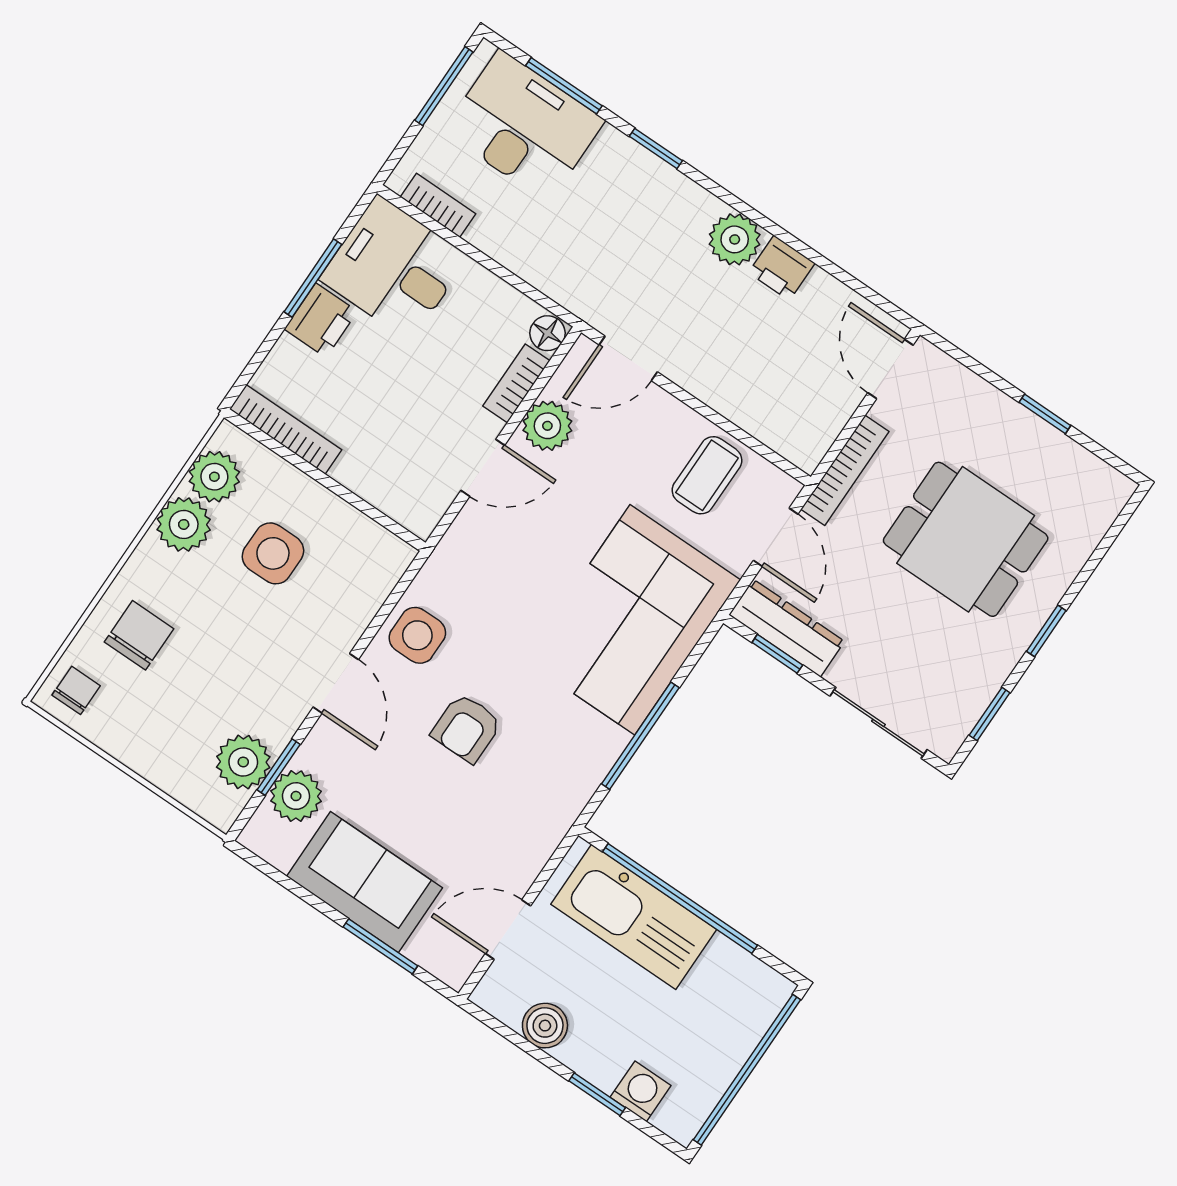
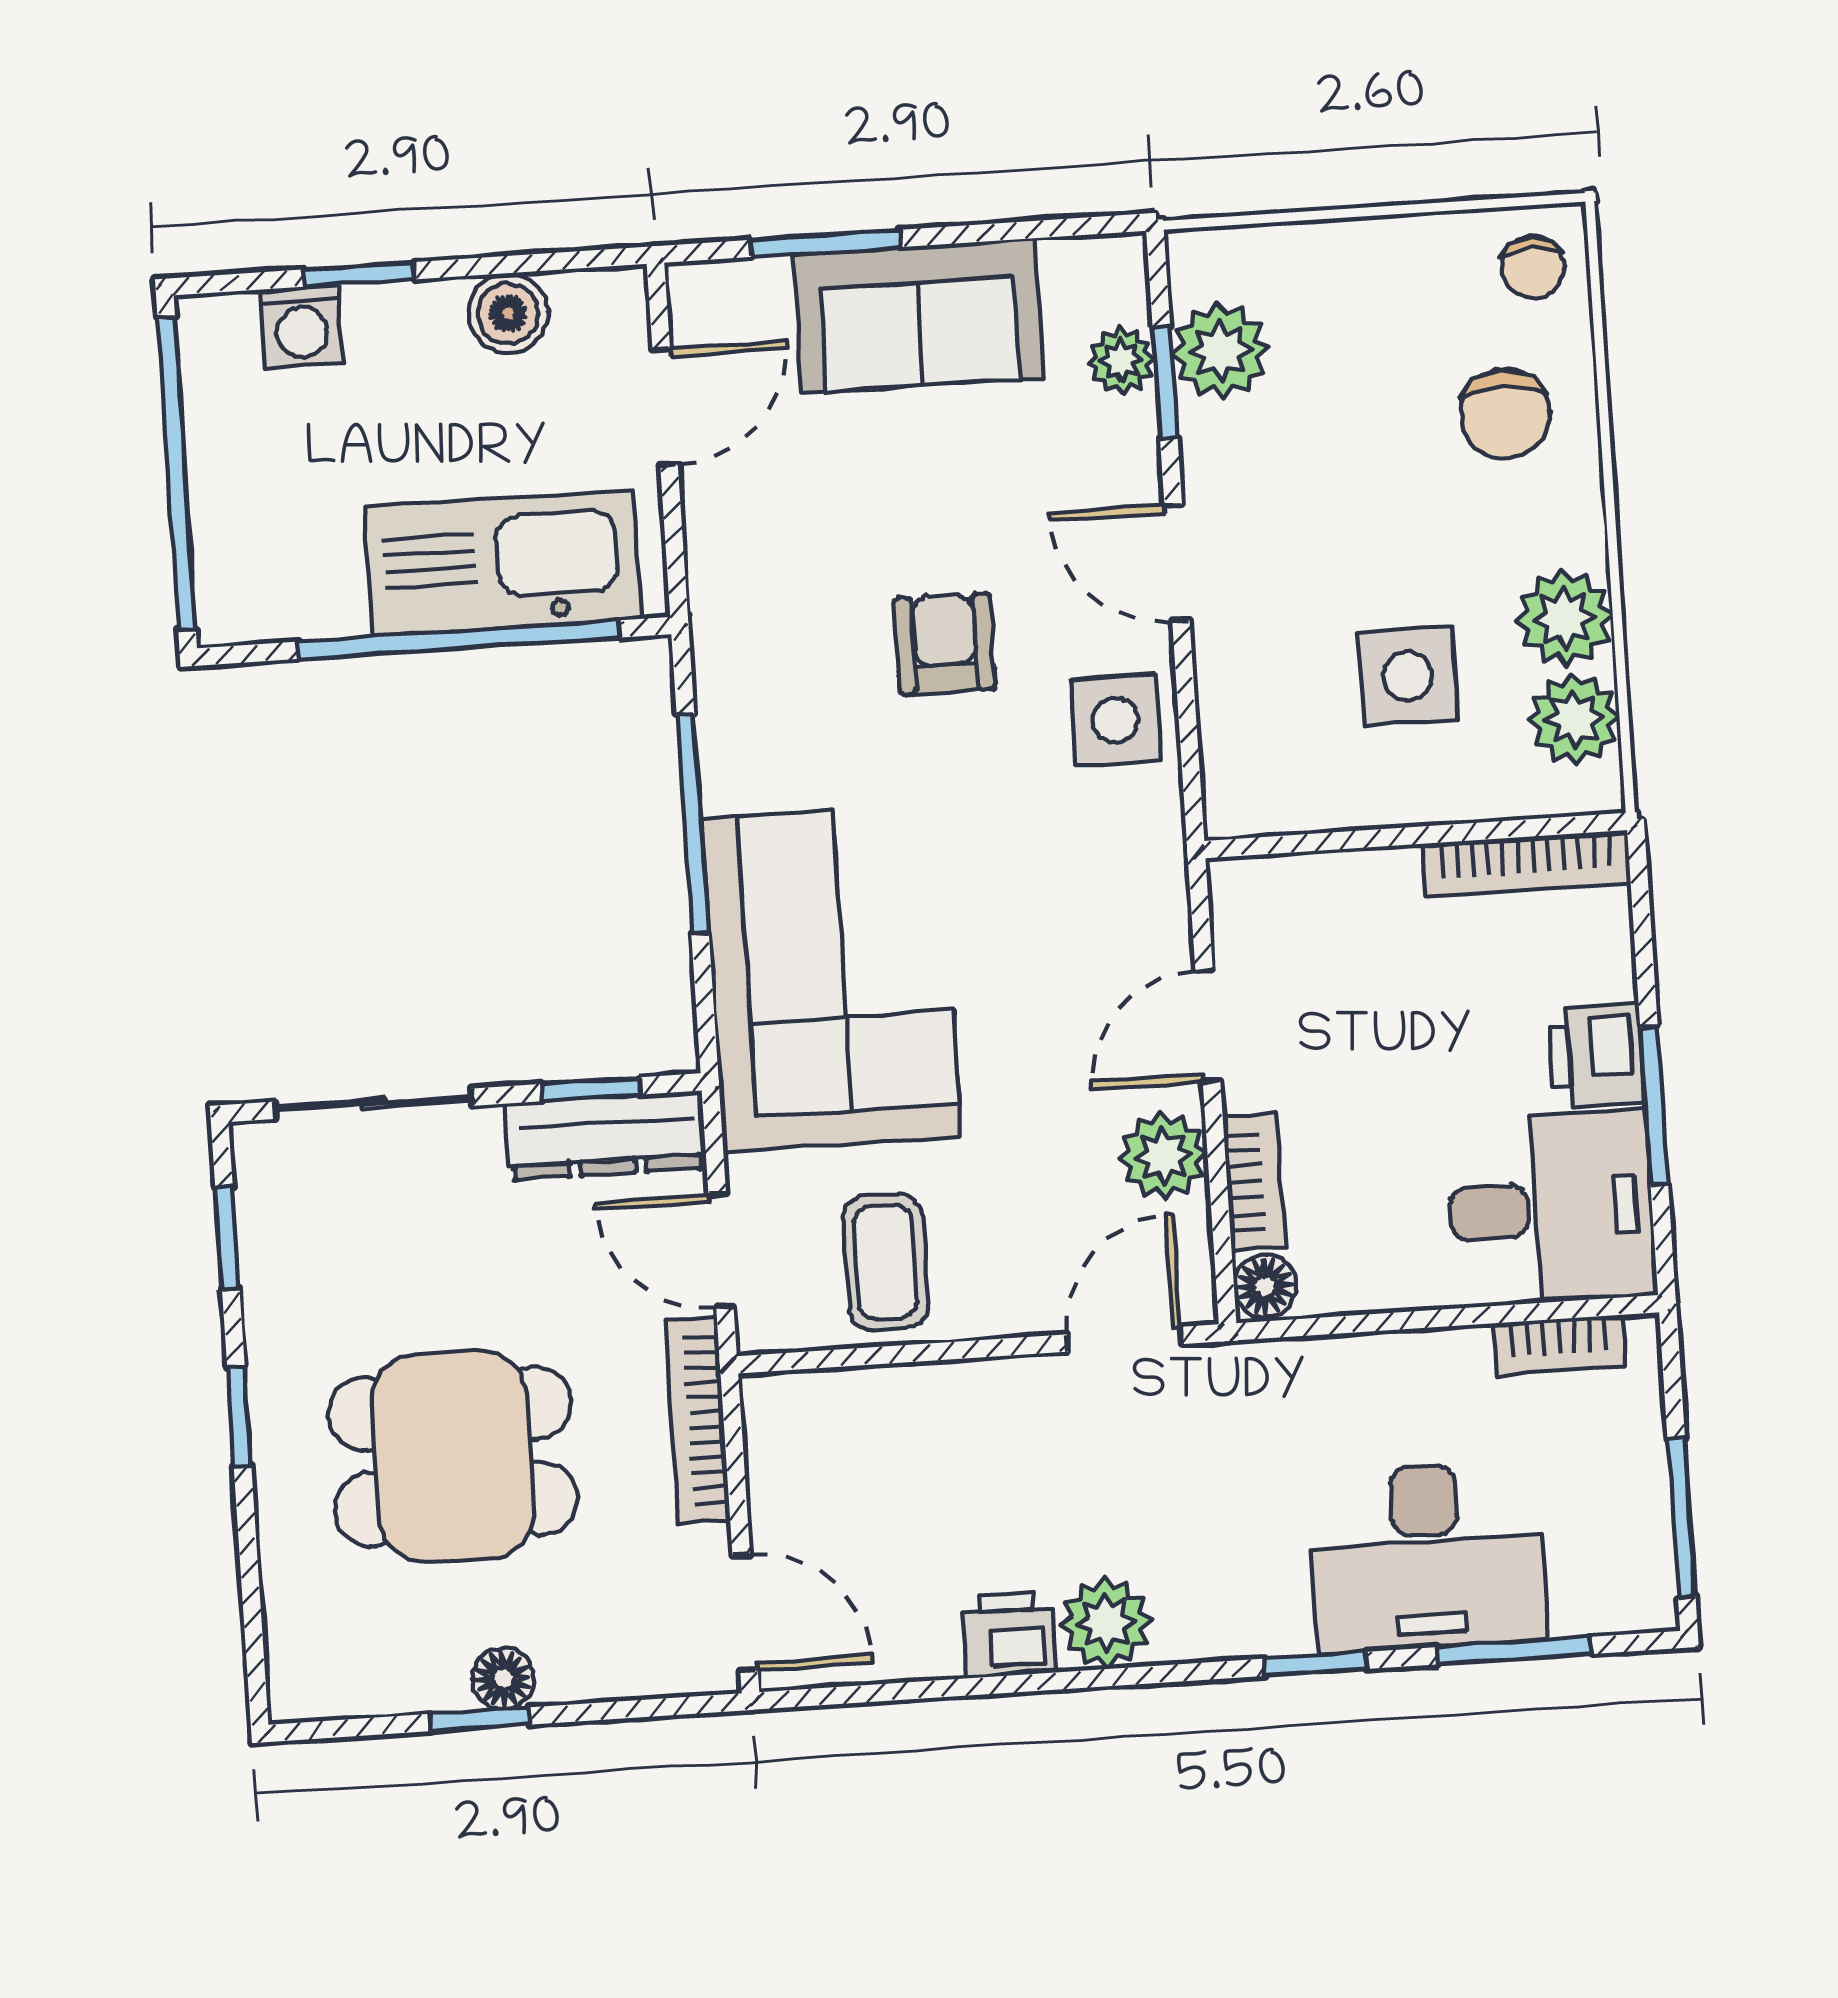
desk: (524, 126) -> (1427, 1557), moved
floor lamp: (1020, 424) -> (503, 1678), added
plant: (296, 796) -> (1121, 360), width x0.73, depth x0.73

